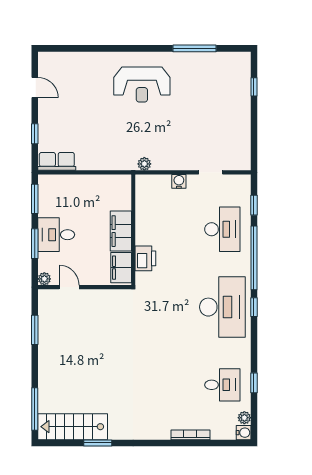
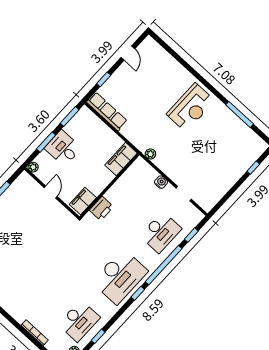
reception desk: (142, 85) -> (191, 107), turned -90
row of seats: (57, 161) -> (107, 111), width x1.48
filing cabinet: (121, 231) -> (121, 159), moved
door: (69, 287) -> (51, 192), moved
desk: (222, 385) -> (79, 321), width x1.37

